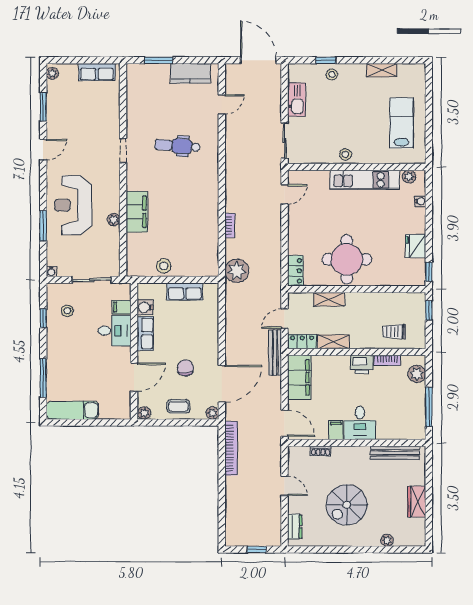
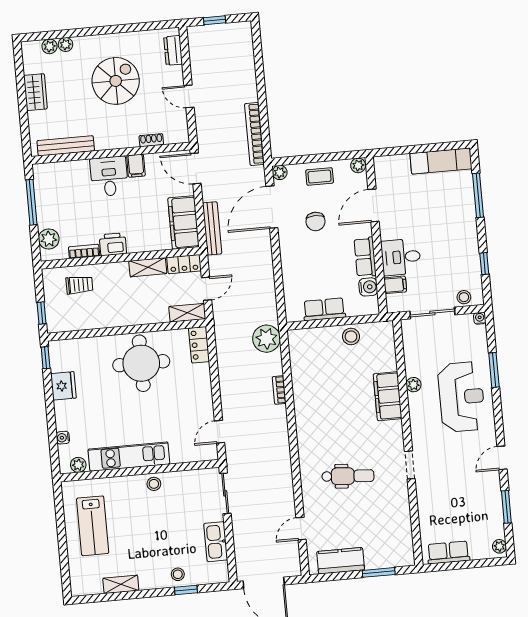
shelving: (329, 299) -> (187, 313), moved
stool: (67, 311) -> (464, 297), moved
bench: (275, 353) -> (212, 228), moved
plant: (401, 540) -> (50, 46), added

